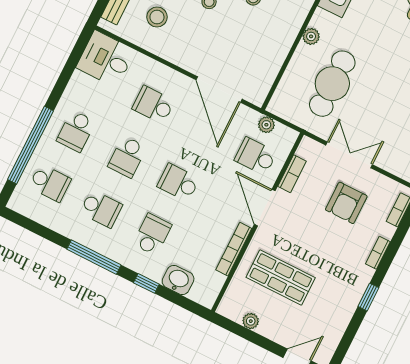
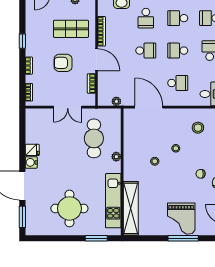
school desk: (256, 156) -> (114, 83), removed
school desk: (127, 157) -> (178, 51), turned -90
armchair: (346, 203) -> (63, 63), moved, turned -90

